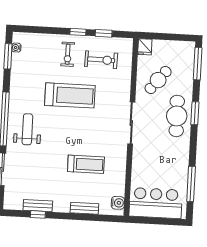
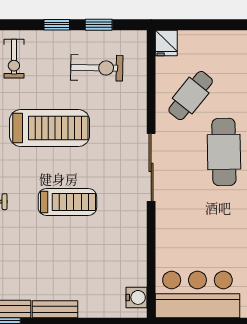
exercise bike: (68, 54) -> (14, 59), moved
treadmill: (86, 164) -> (67, 202), moved
bench: (84, 208) -> (55, 309), moved

